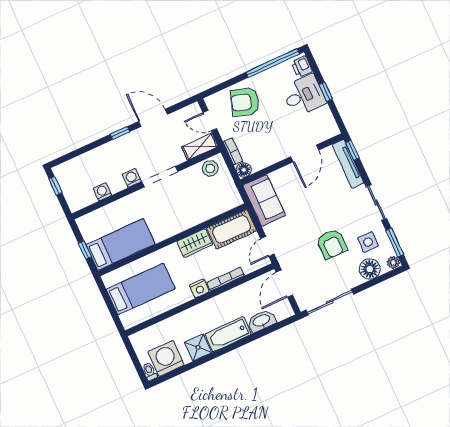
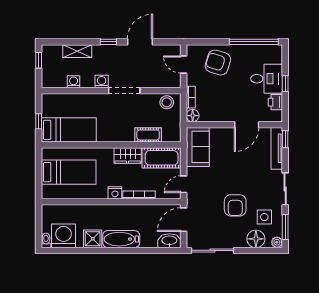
printer: (302, 67) -> (275, 102), moved
door: (153, 118) -> (140, 42), hinge flipped
shelving: (200, 147) -> (77, 51), moved
cot: (206, 212) -> (148, 135), added
washbasin: (262, 321) -> (169, 241), moved

